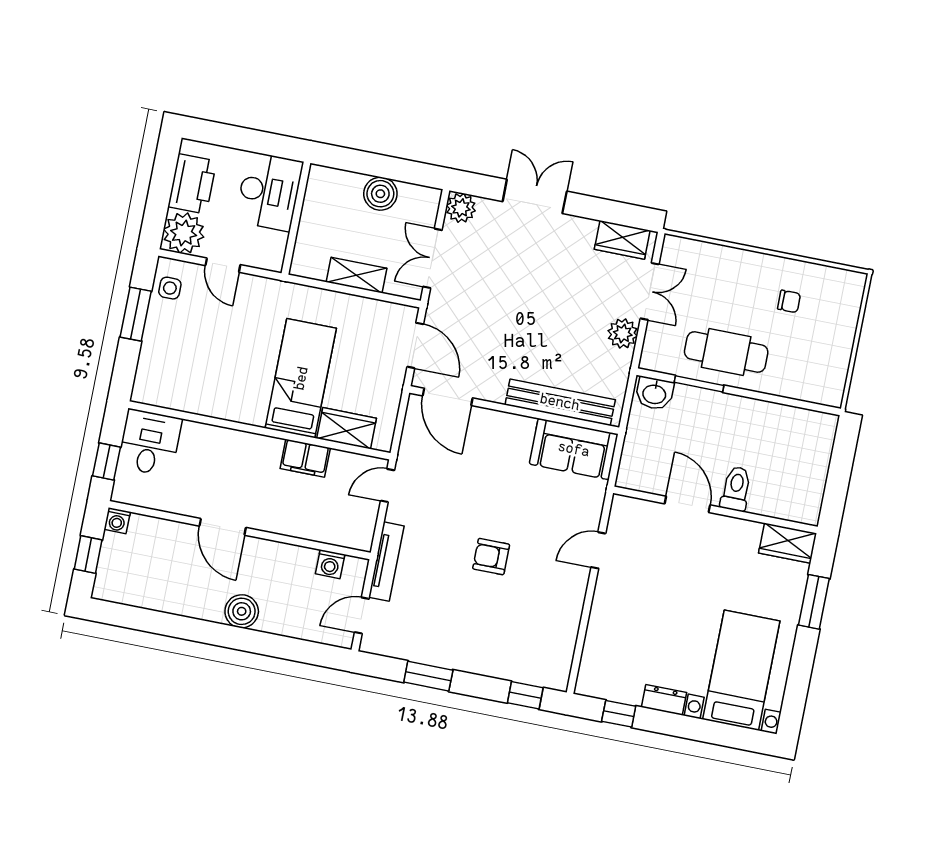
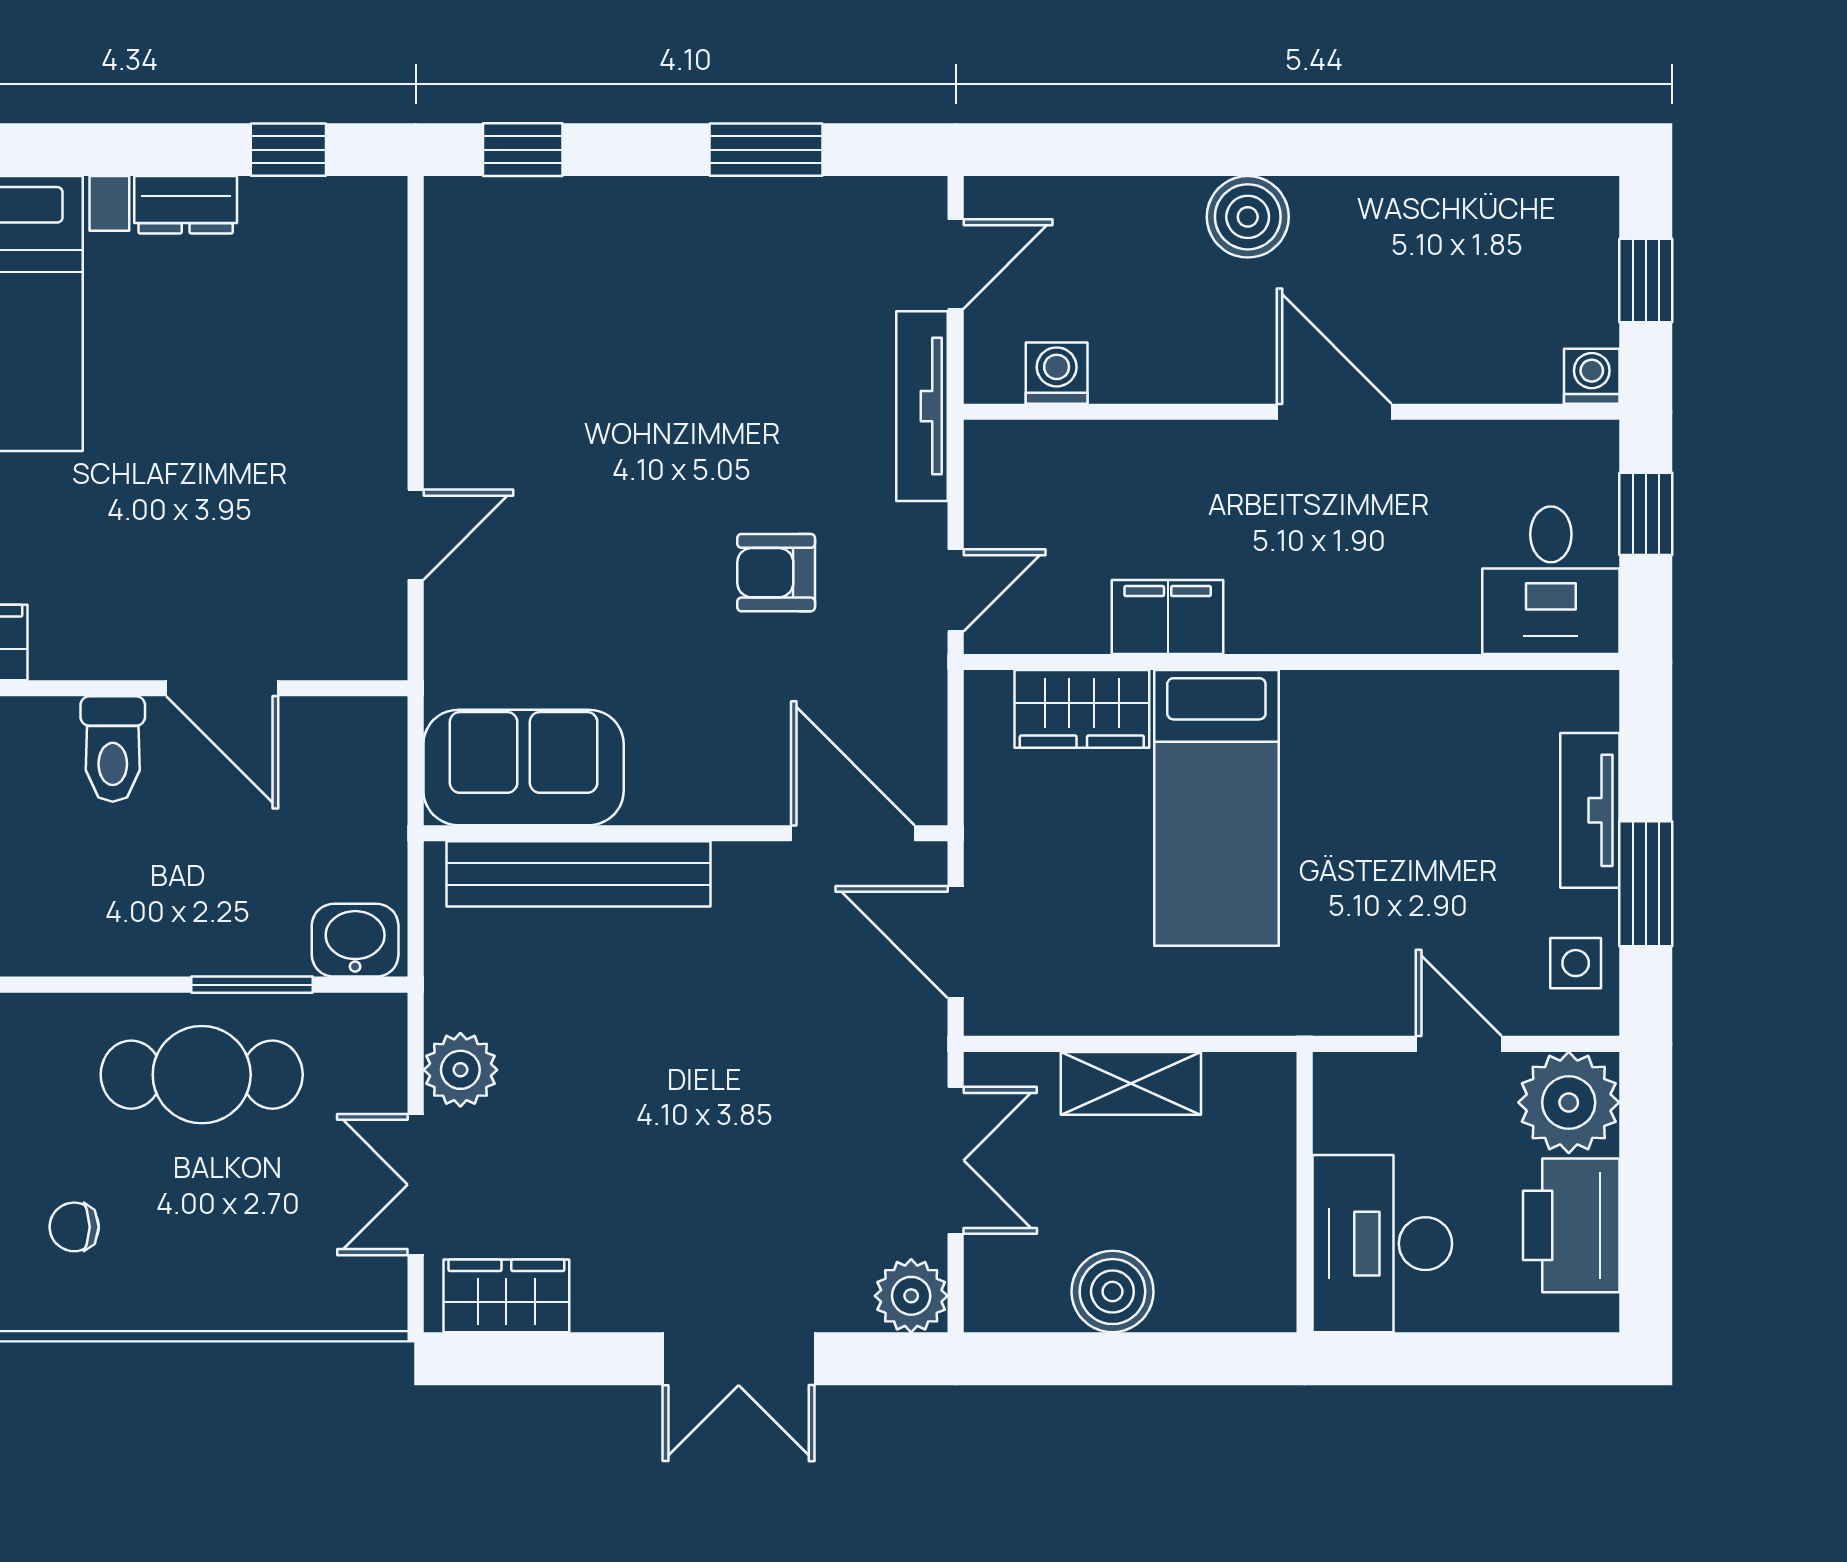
tv unit: (152, 348) -> (1590, 810), added
armchair: (491, 557) -> (776, 573), moved, turned 180

